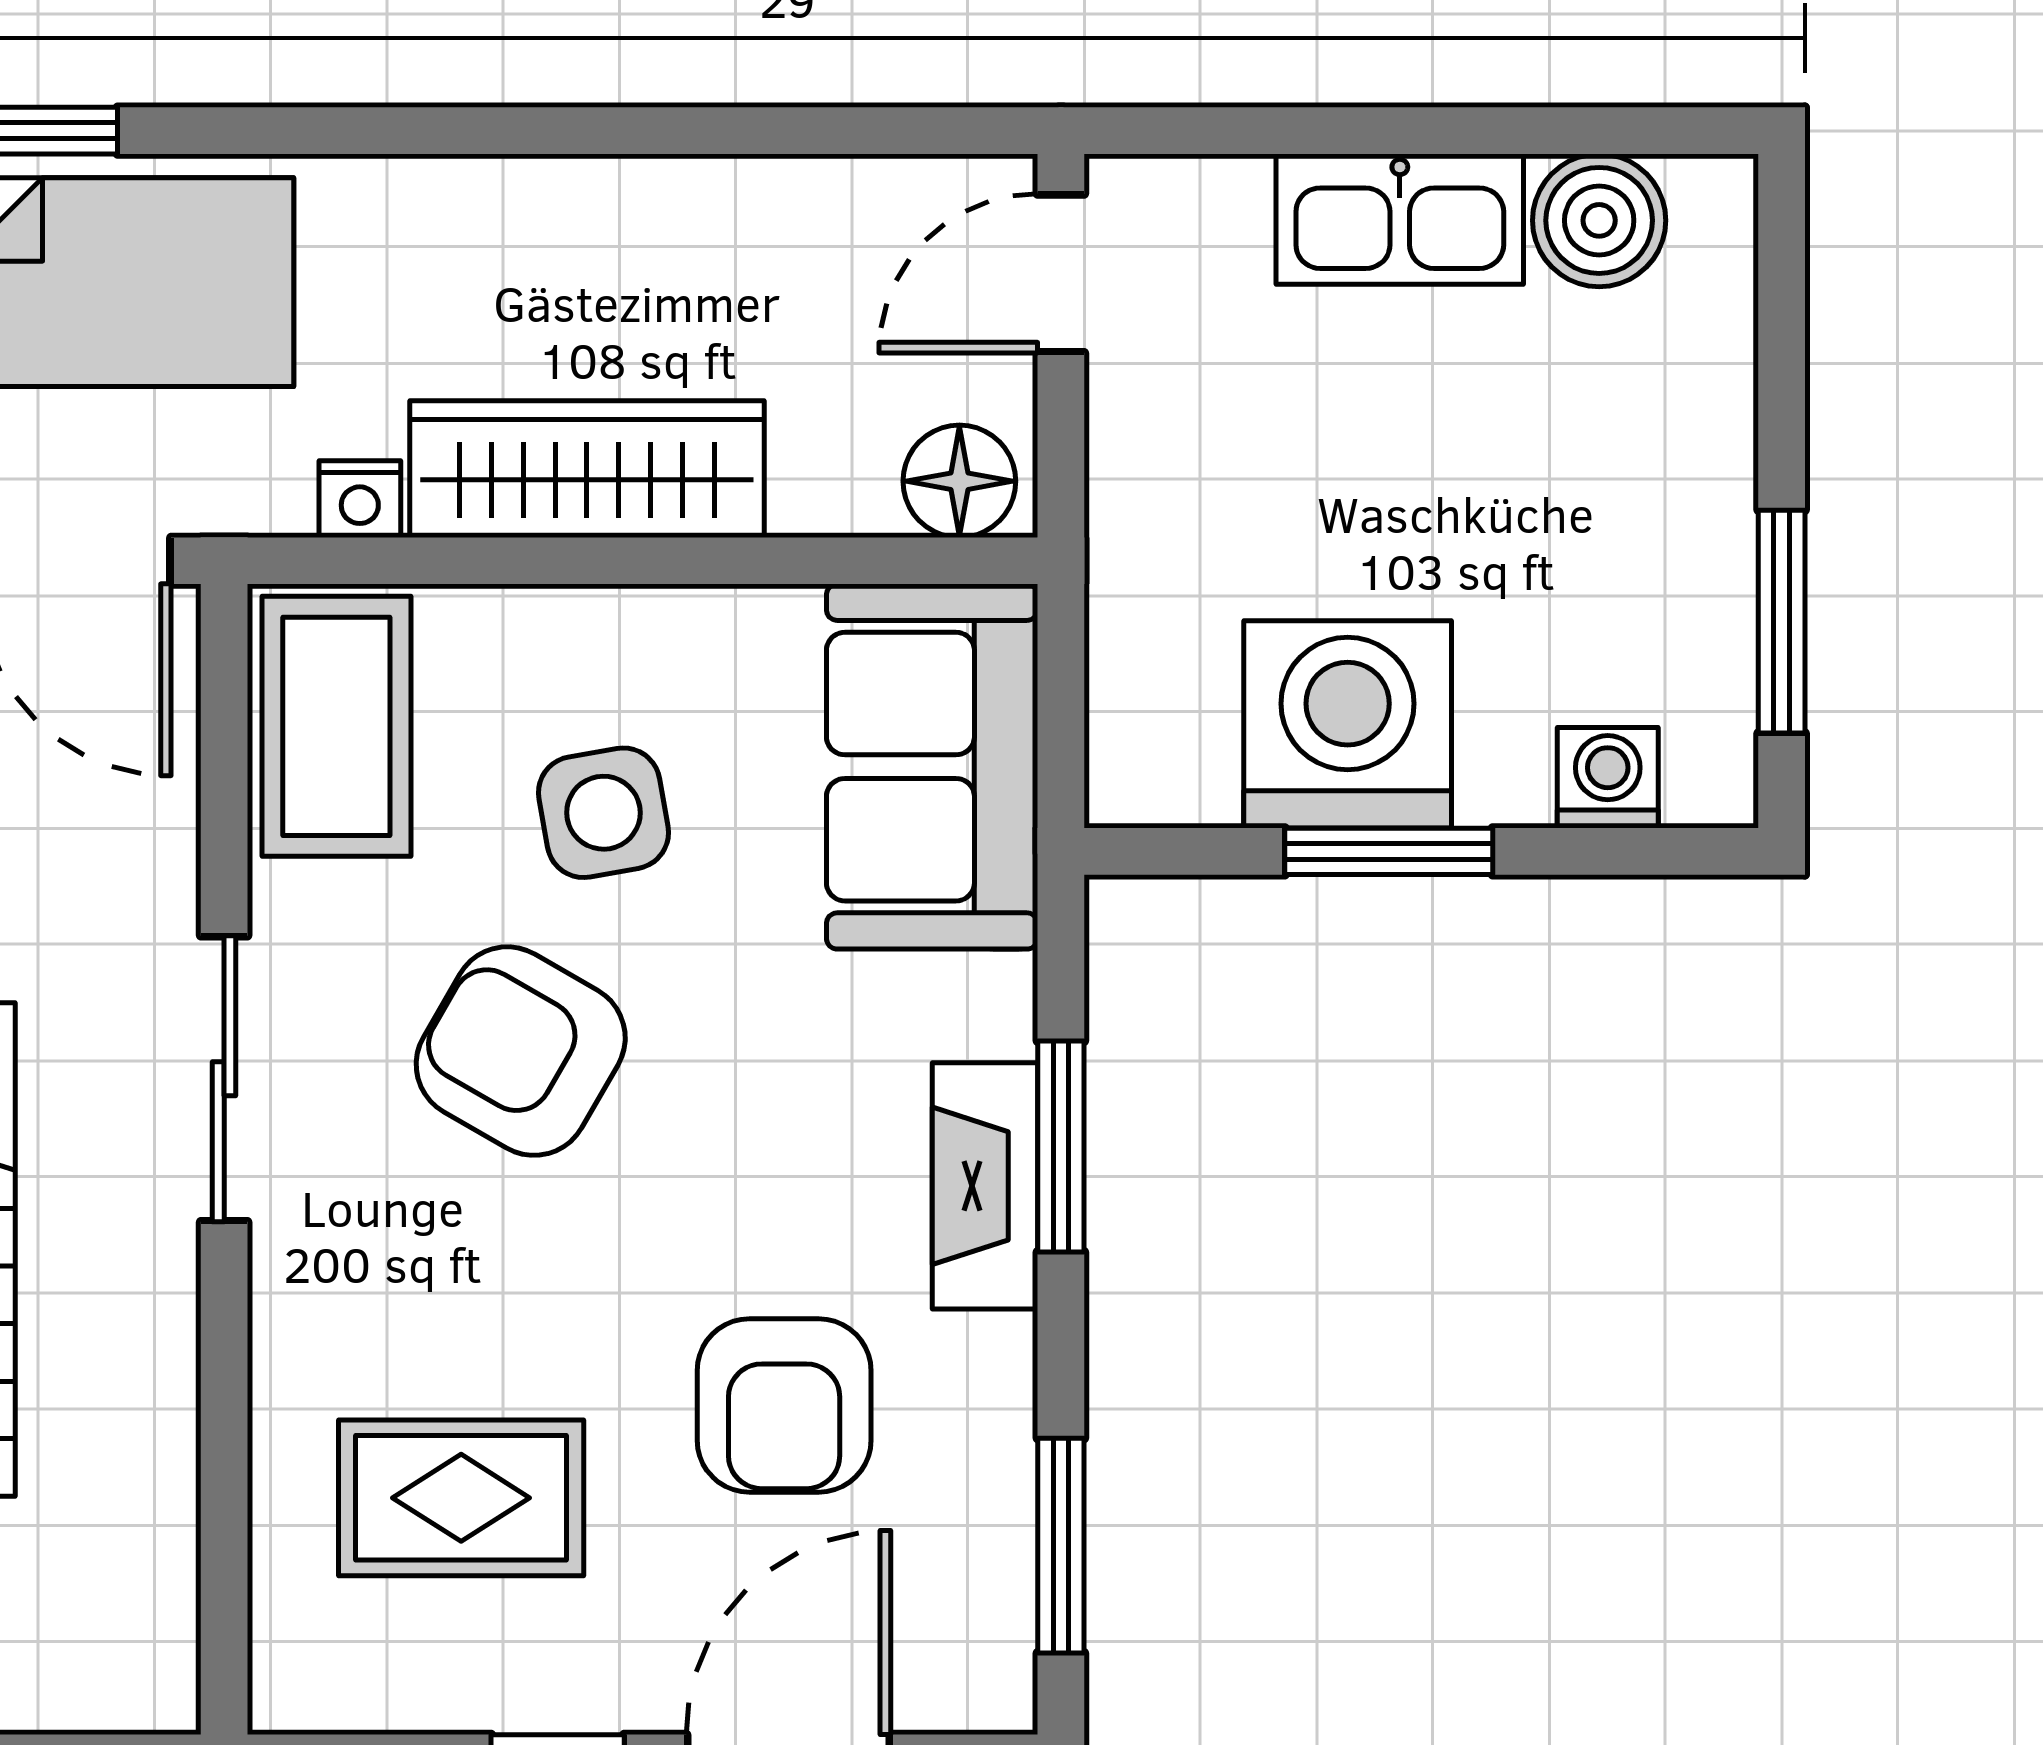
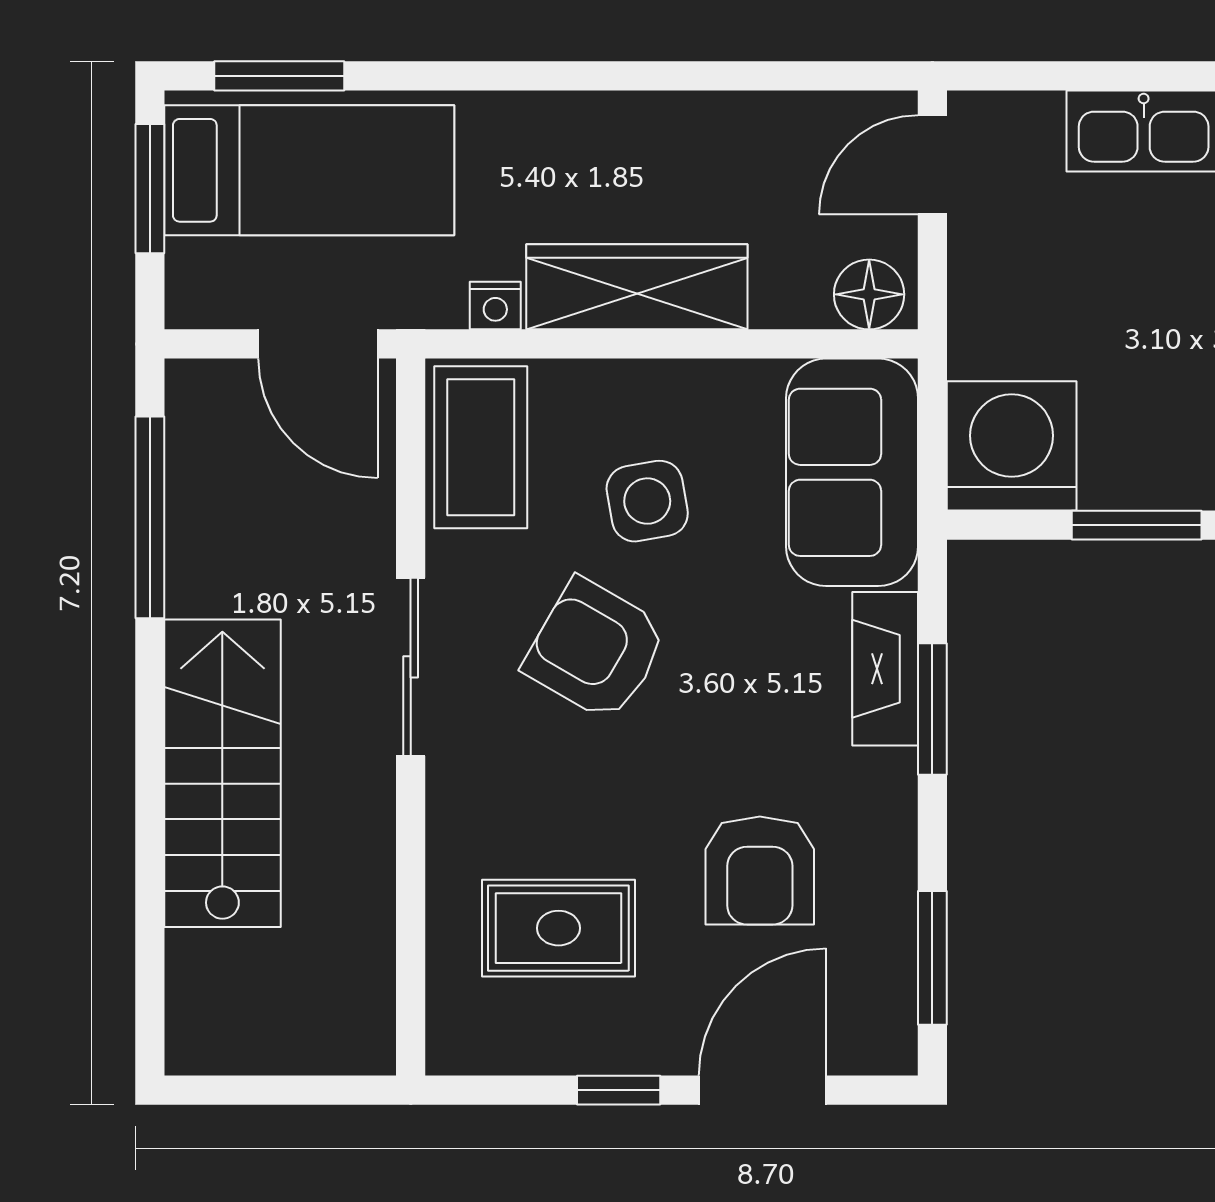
washing machine: (1348, 724) -> (1012, 446), moved
fireplace: (985, 1186) -> (885, 669), moved

